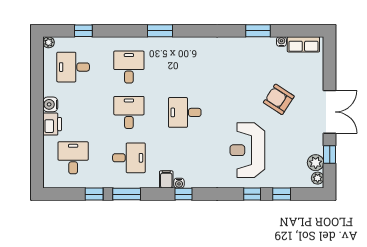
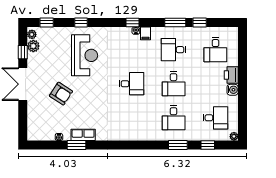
window: (160, 31) -> (178, 145), moved
row of seats: (303, 44) -> (83, 135), moved
window: (282, 194) -> (47, 22), moved

